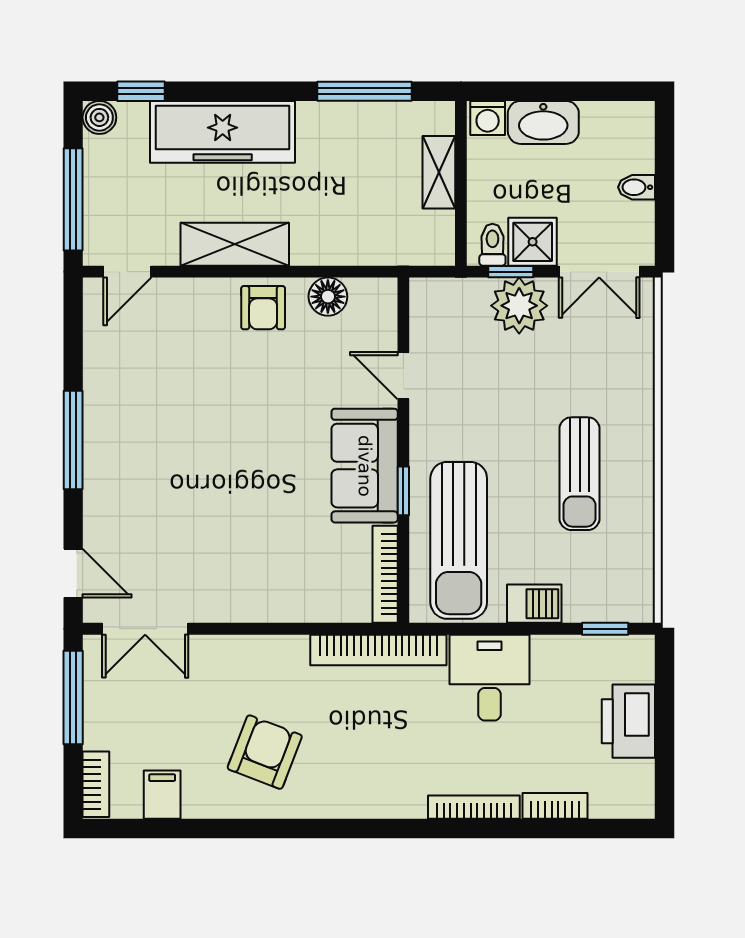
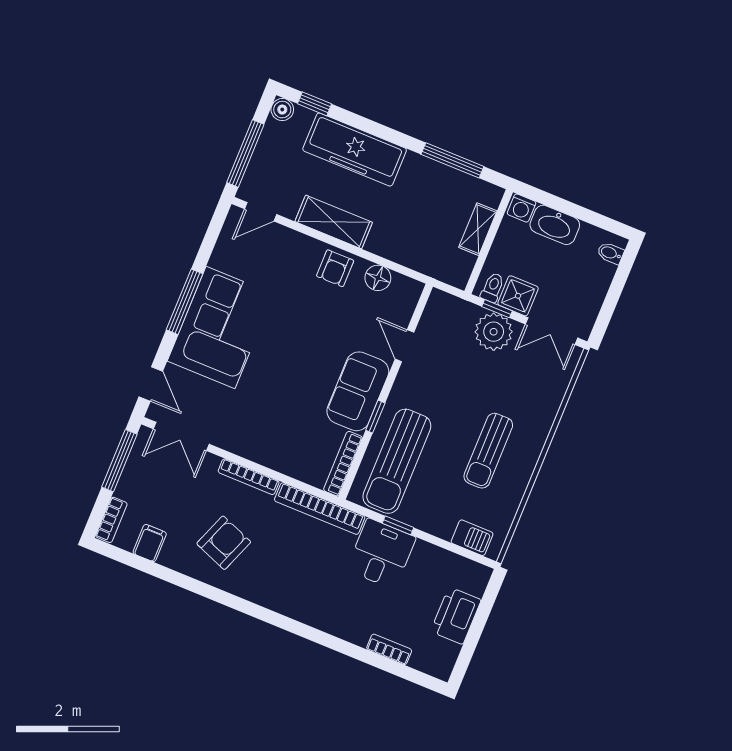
bidet: (637, 187) -> (610, 253), moved
corner sofa: (138, 455) -> (220, 327), added
barbecue: (534, 604) -> (472, 538), moved
window: (605, 629) -> (398, 525), moved
bookcase: (474, 807) -> (249, 477), moved, turned 180

